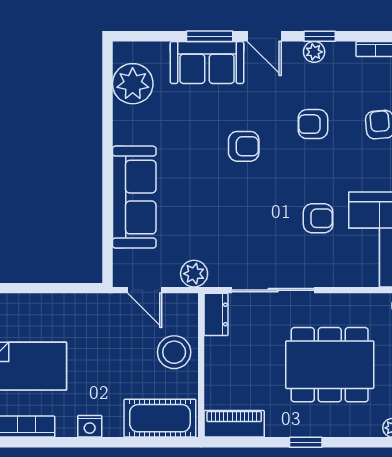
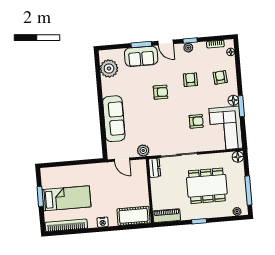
armchair: (313, 124) -> (190, 80), turned 90
stool: (174, 352) -> (137, 186), removed

